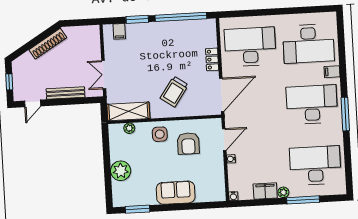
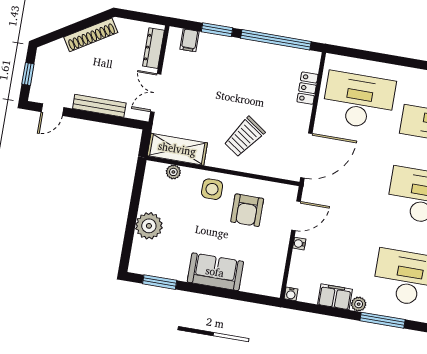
dresser: (95, 43) -> (153, 48), added
locker: (212, 59) -> (307, 88), moved

